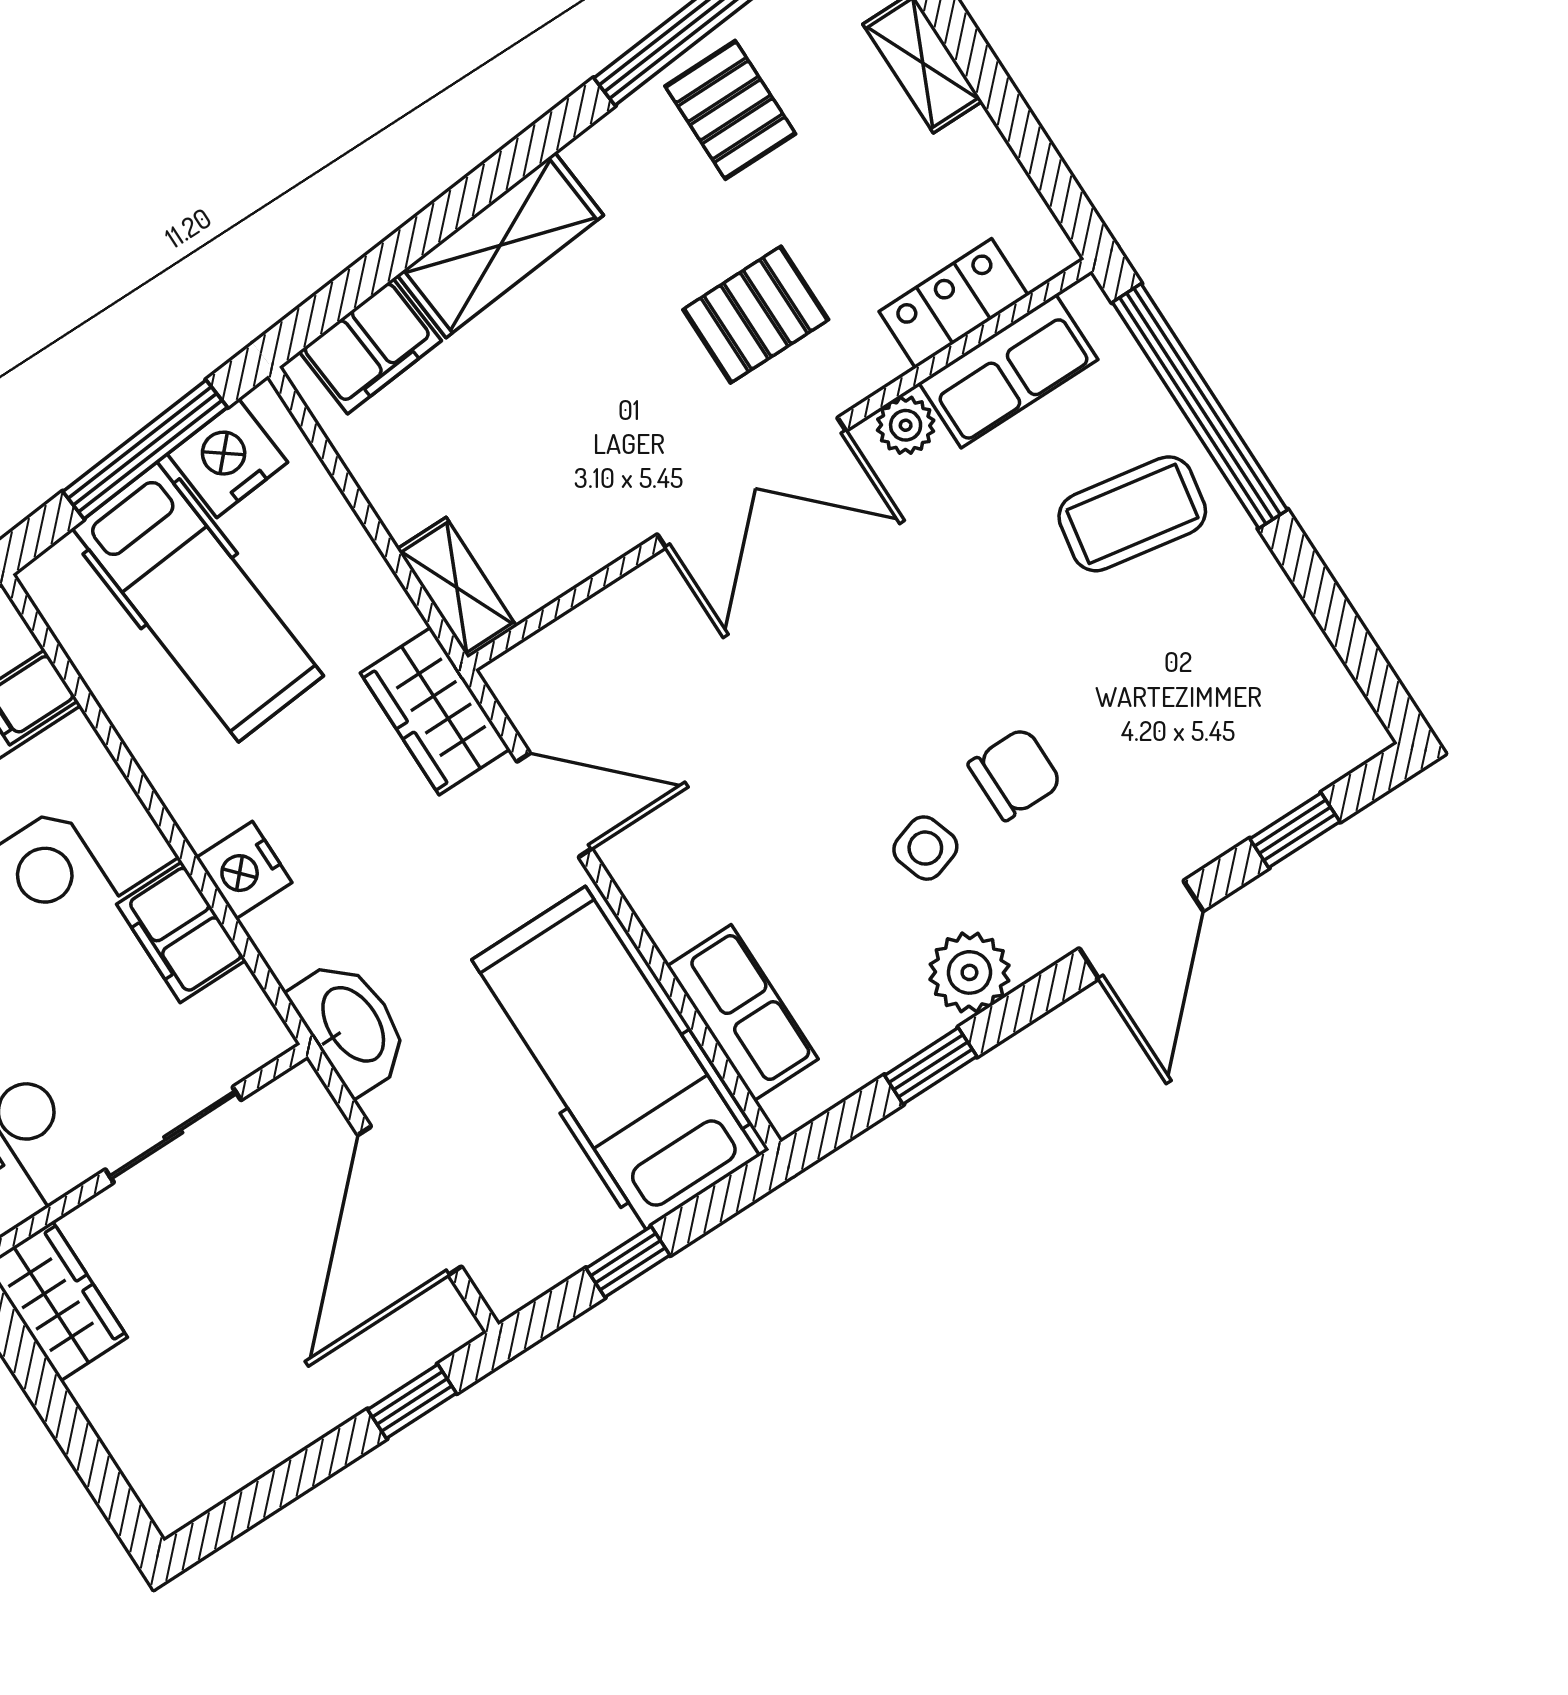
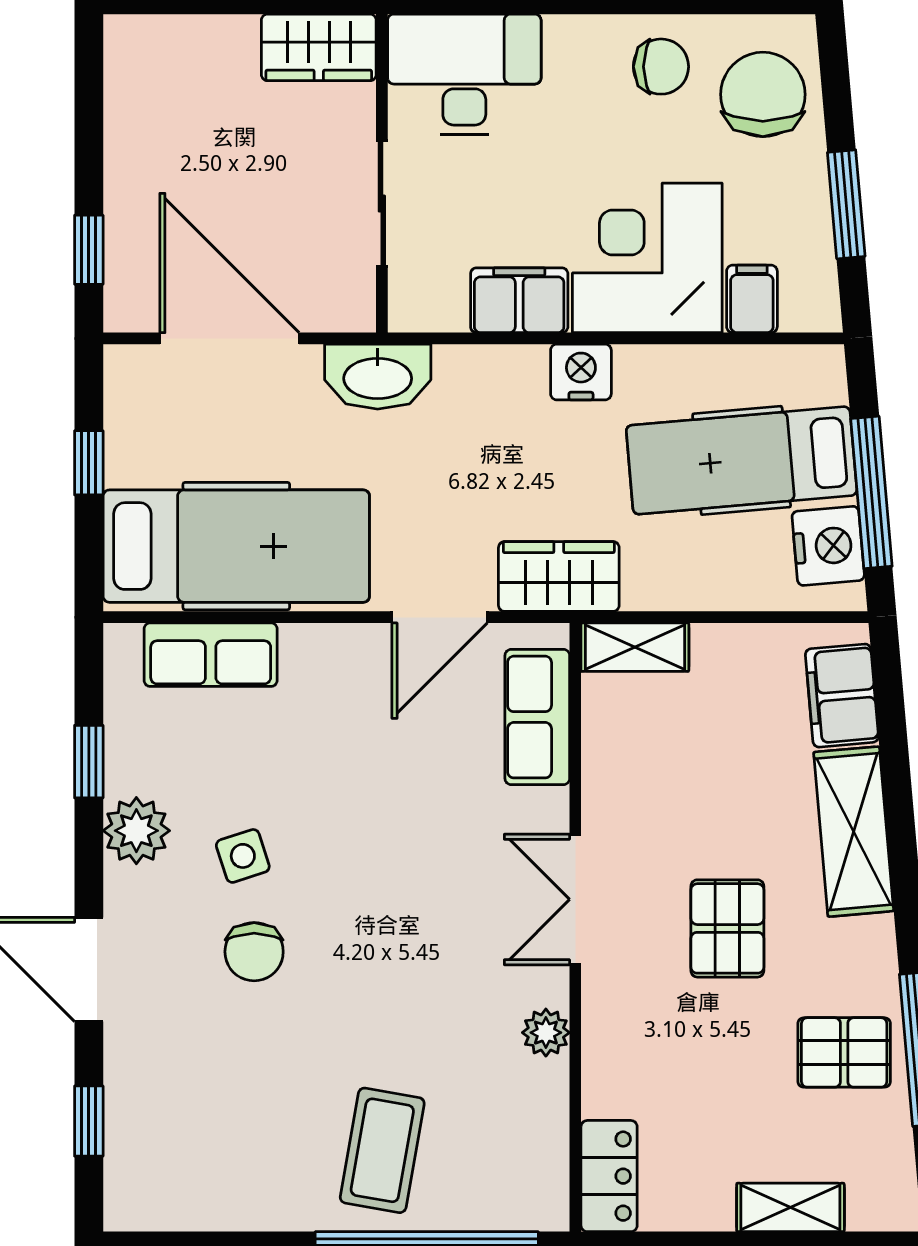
locker: (954, 303) -> (609, 1176), moved
pallet: (756, 315) -> (727, 928), moved
row of seats: (1008, 371) -> (537, 717), moved
double door: (752, 483) -> (575, 899), width x0.73
nightstand: (244, 870) -> (581, 372), moved

